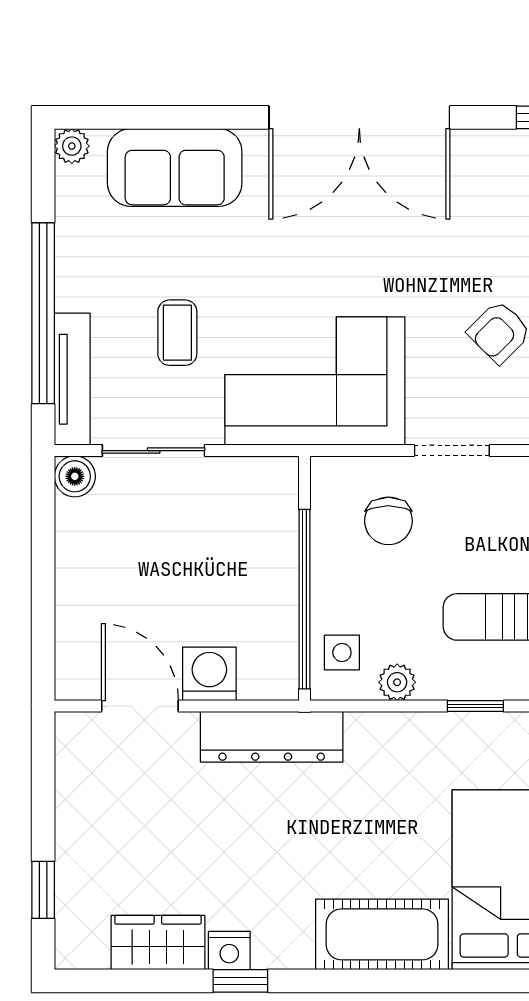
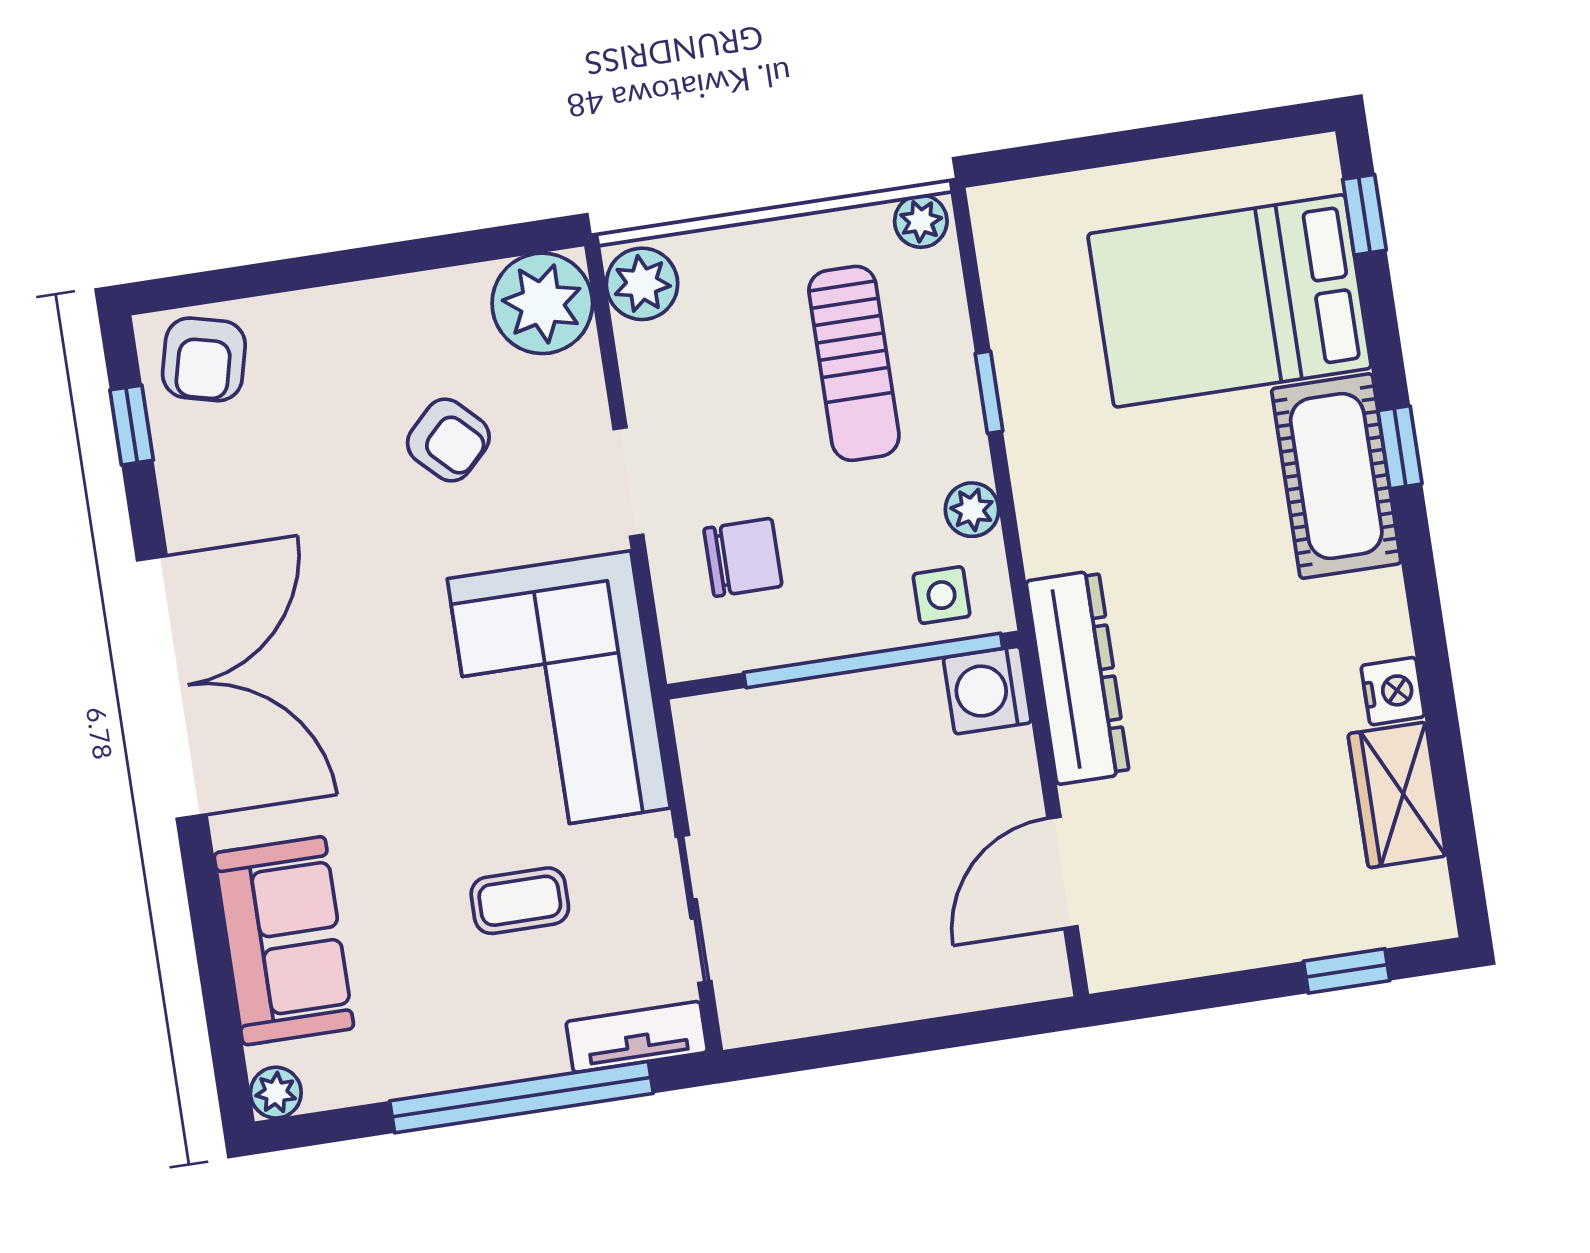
tv unit: (72, 379) -> (637, 1037), width x0.71
boiler: (75, 476) -> (748, 1016), removed
washing machine: (209, 674) -> (987, 690), moved
window: (240, 981) -> (1400, 447), moved

